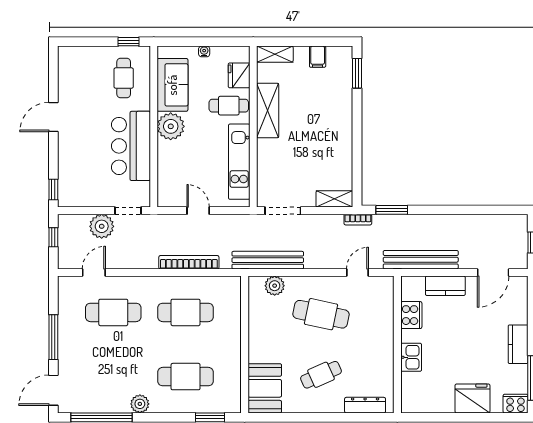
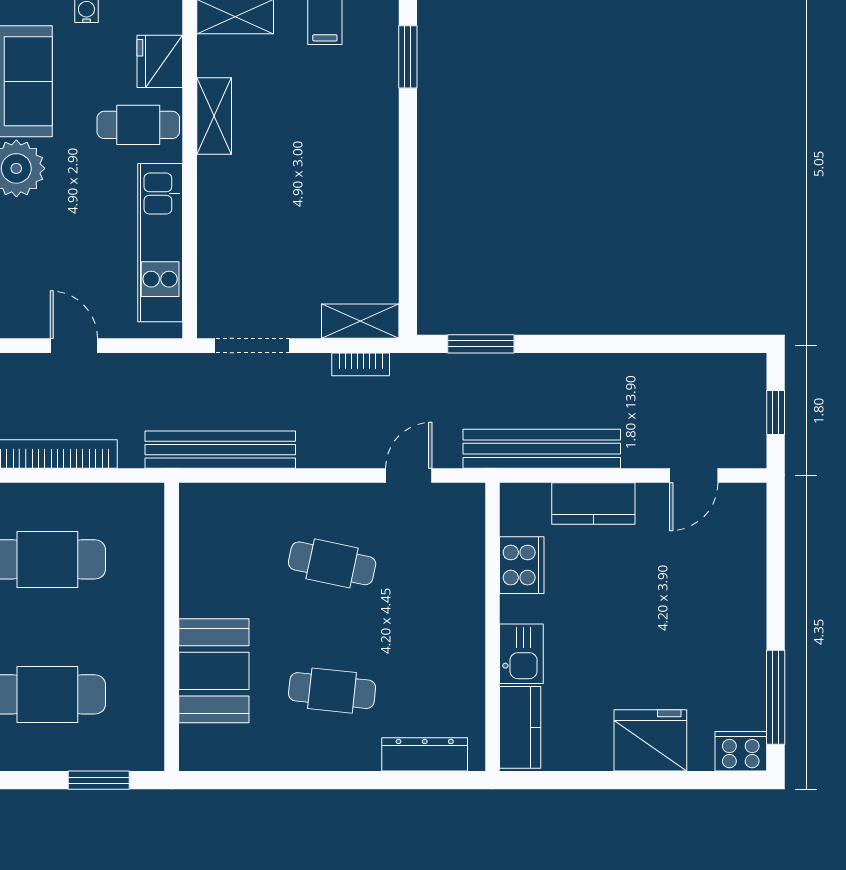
shelving: (268, 111) -> (214, 116), width x0.67, depth x0.75
bookcase: (358, 220) -> (361, 364), moved
door: (493, 272) -> (694, 475), width x0.73
plant: (275, 286) -> (235, 503), removed
cafe table: (321, 314) -> (332, 563), width x0.73, depth x0.74
kitchen counter: (518, 344) -> (520, 727), moved, turned 180
cafe table: (321, 375) -> (332, 691), turned 30
booth: (265, 388) -> (214, 671), moved

